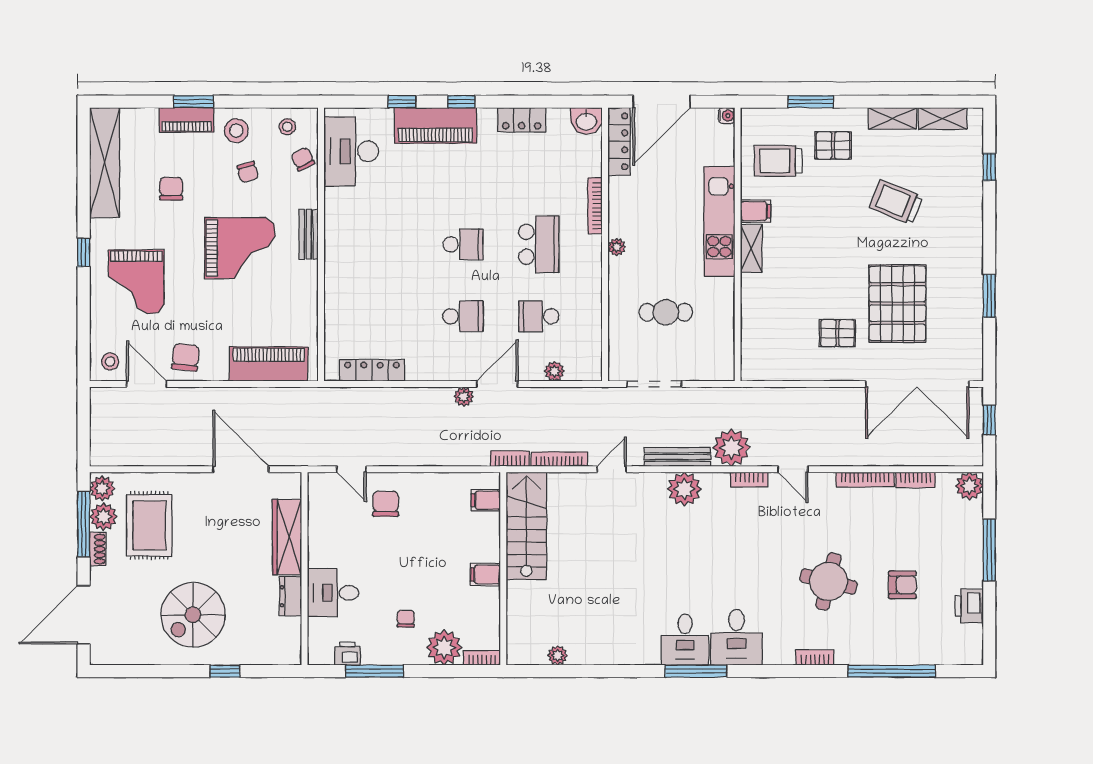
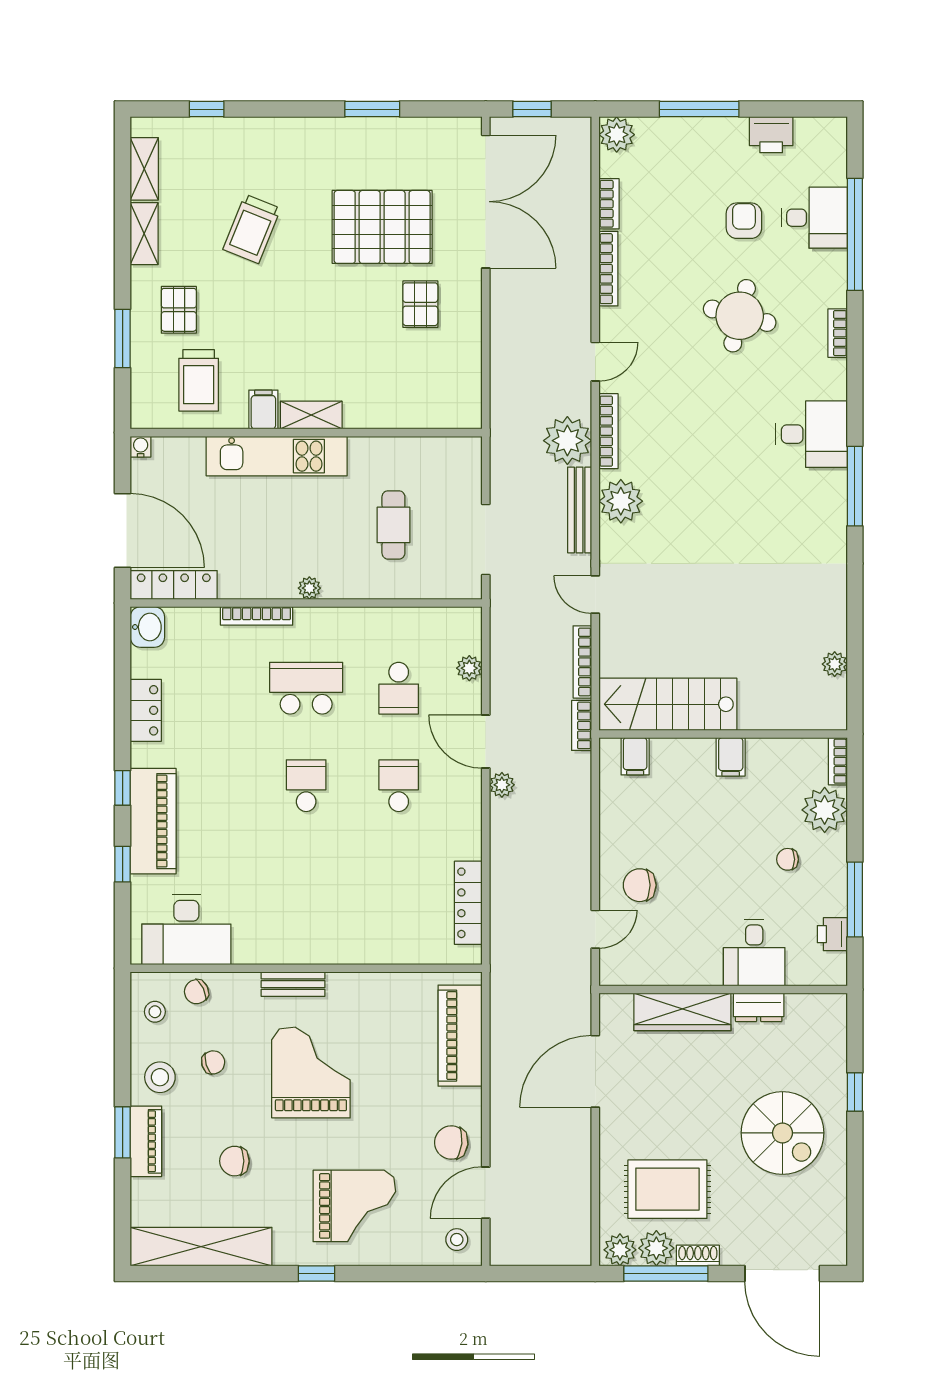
bookcase: (749, 479) -> (608, 431), width x1.56
desk: (685, 640) -> (814, 218), moved

